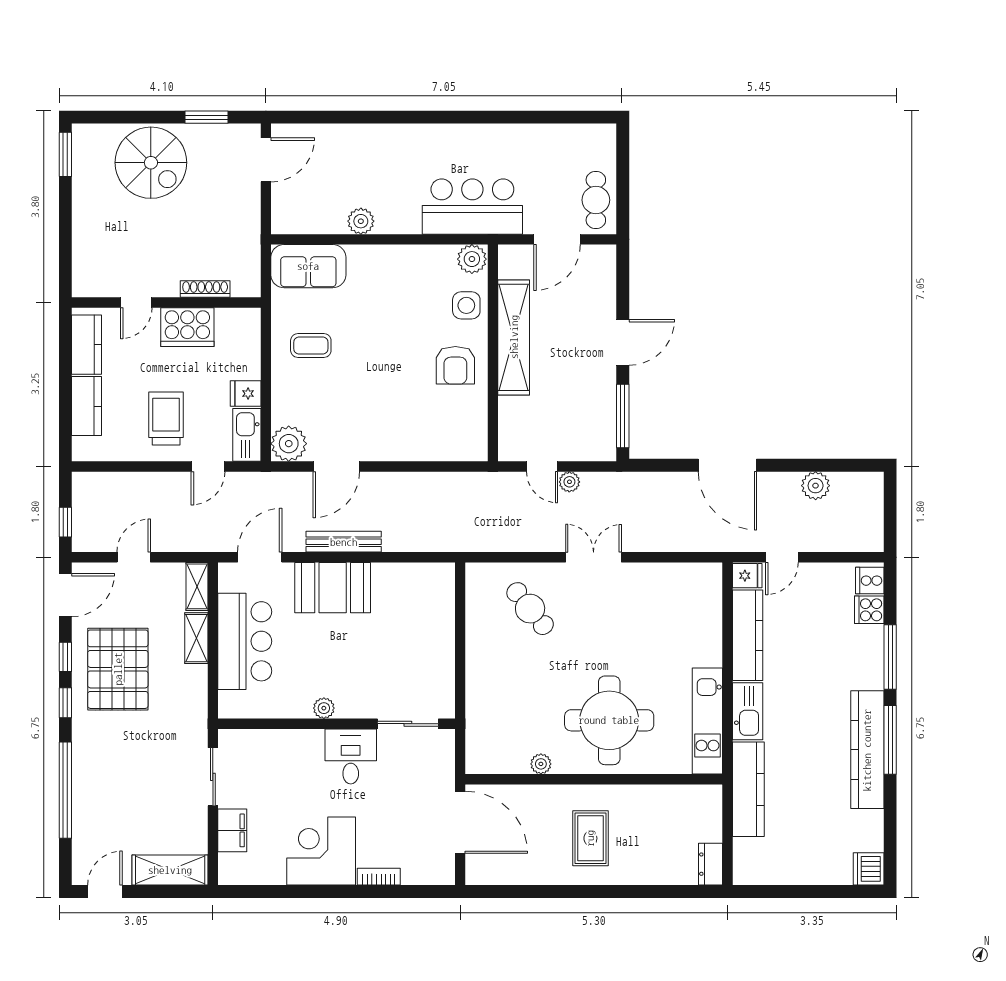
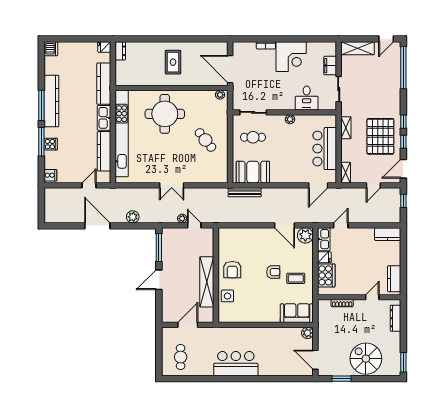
door: (266, 160) -> (315, 360), hinge flipped
cafe table: (596, 200) -> (181, 357), moved
bar counter: (472, 207) -> (236, 364), moved, turned 180
plant: (361, 221) -> (307, 333), moved
dresser: (83, 255) -> (396, 318), added
plant: (472, 259) -> (225, 316), removed
cooker: (187, 327) -> (326, 275), moved, turned 90
armchair: (362, 360) -> (273, 272), added
armchair: (455, 365) -> (232, 270), turned 180
kitchen counter: (86, 406) -> (388, 234), moved, turned -90
trolley: (166, 418) -> (359, 246), removed
door: (727, 465) -> (97, 226), moved
door: (336, 466) -> (285, 225), swing flipped
plant: (816, 486) -> (133, 217), moved
bench: (344, 542) -> (245, 192), moved
fridge: (747, 576) -> (104, 47), moved
booth: (333, 588) -> (253, 172), moved
cafe table: (530, 609) -> (205, 140), moved
cooker: (869, 610) -> (51, 144), moved
shelving: (196, 638) -> (346, 128), moved
cafe table: (408, 667) -> (253, 137), added
kitchen unit: (707, 721) -> (122, 134), width x1.86
desk: (351, 756) -> (307, 98), moved
plant: (541, 764) -> (220, 95), moved
window: (65, 790) -> (403, 68), moved

